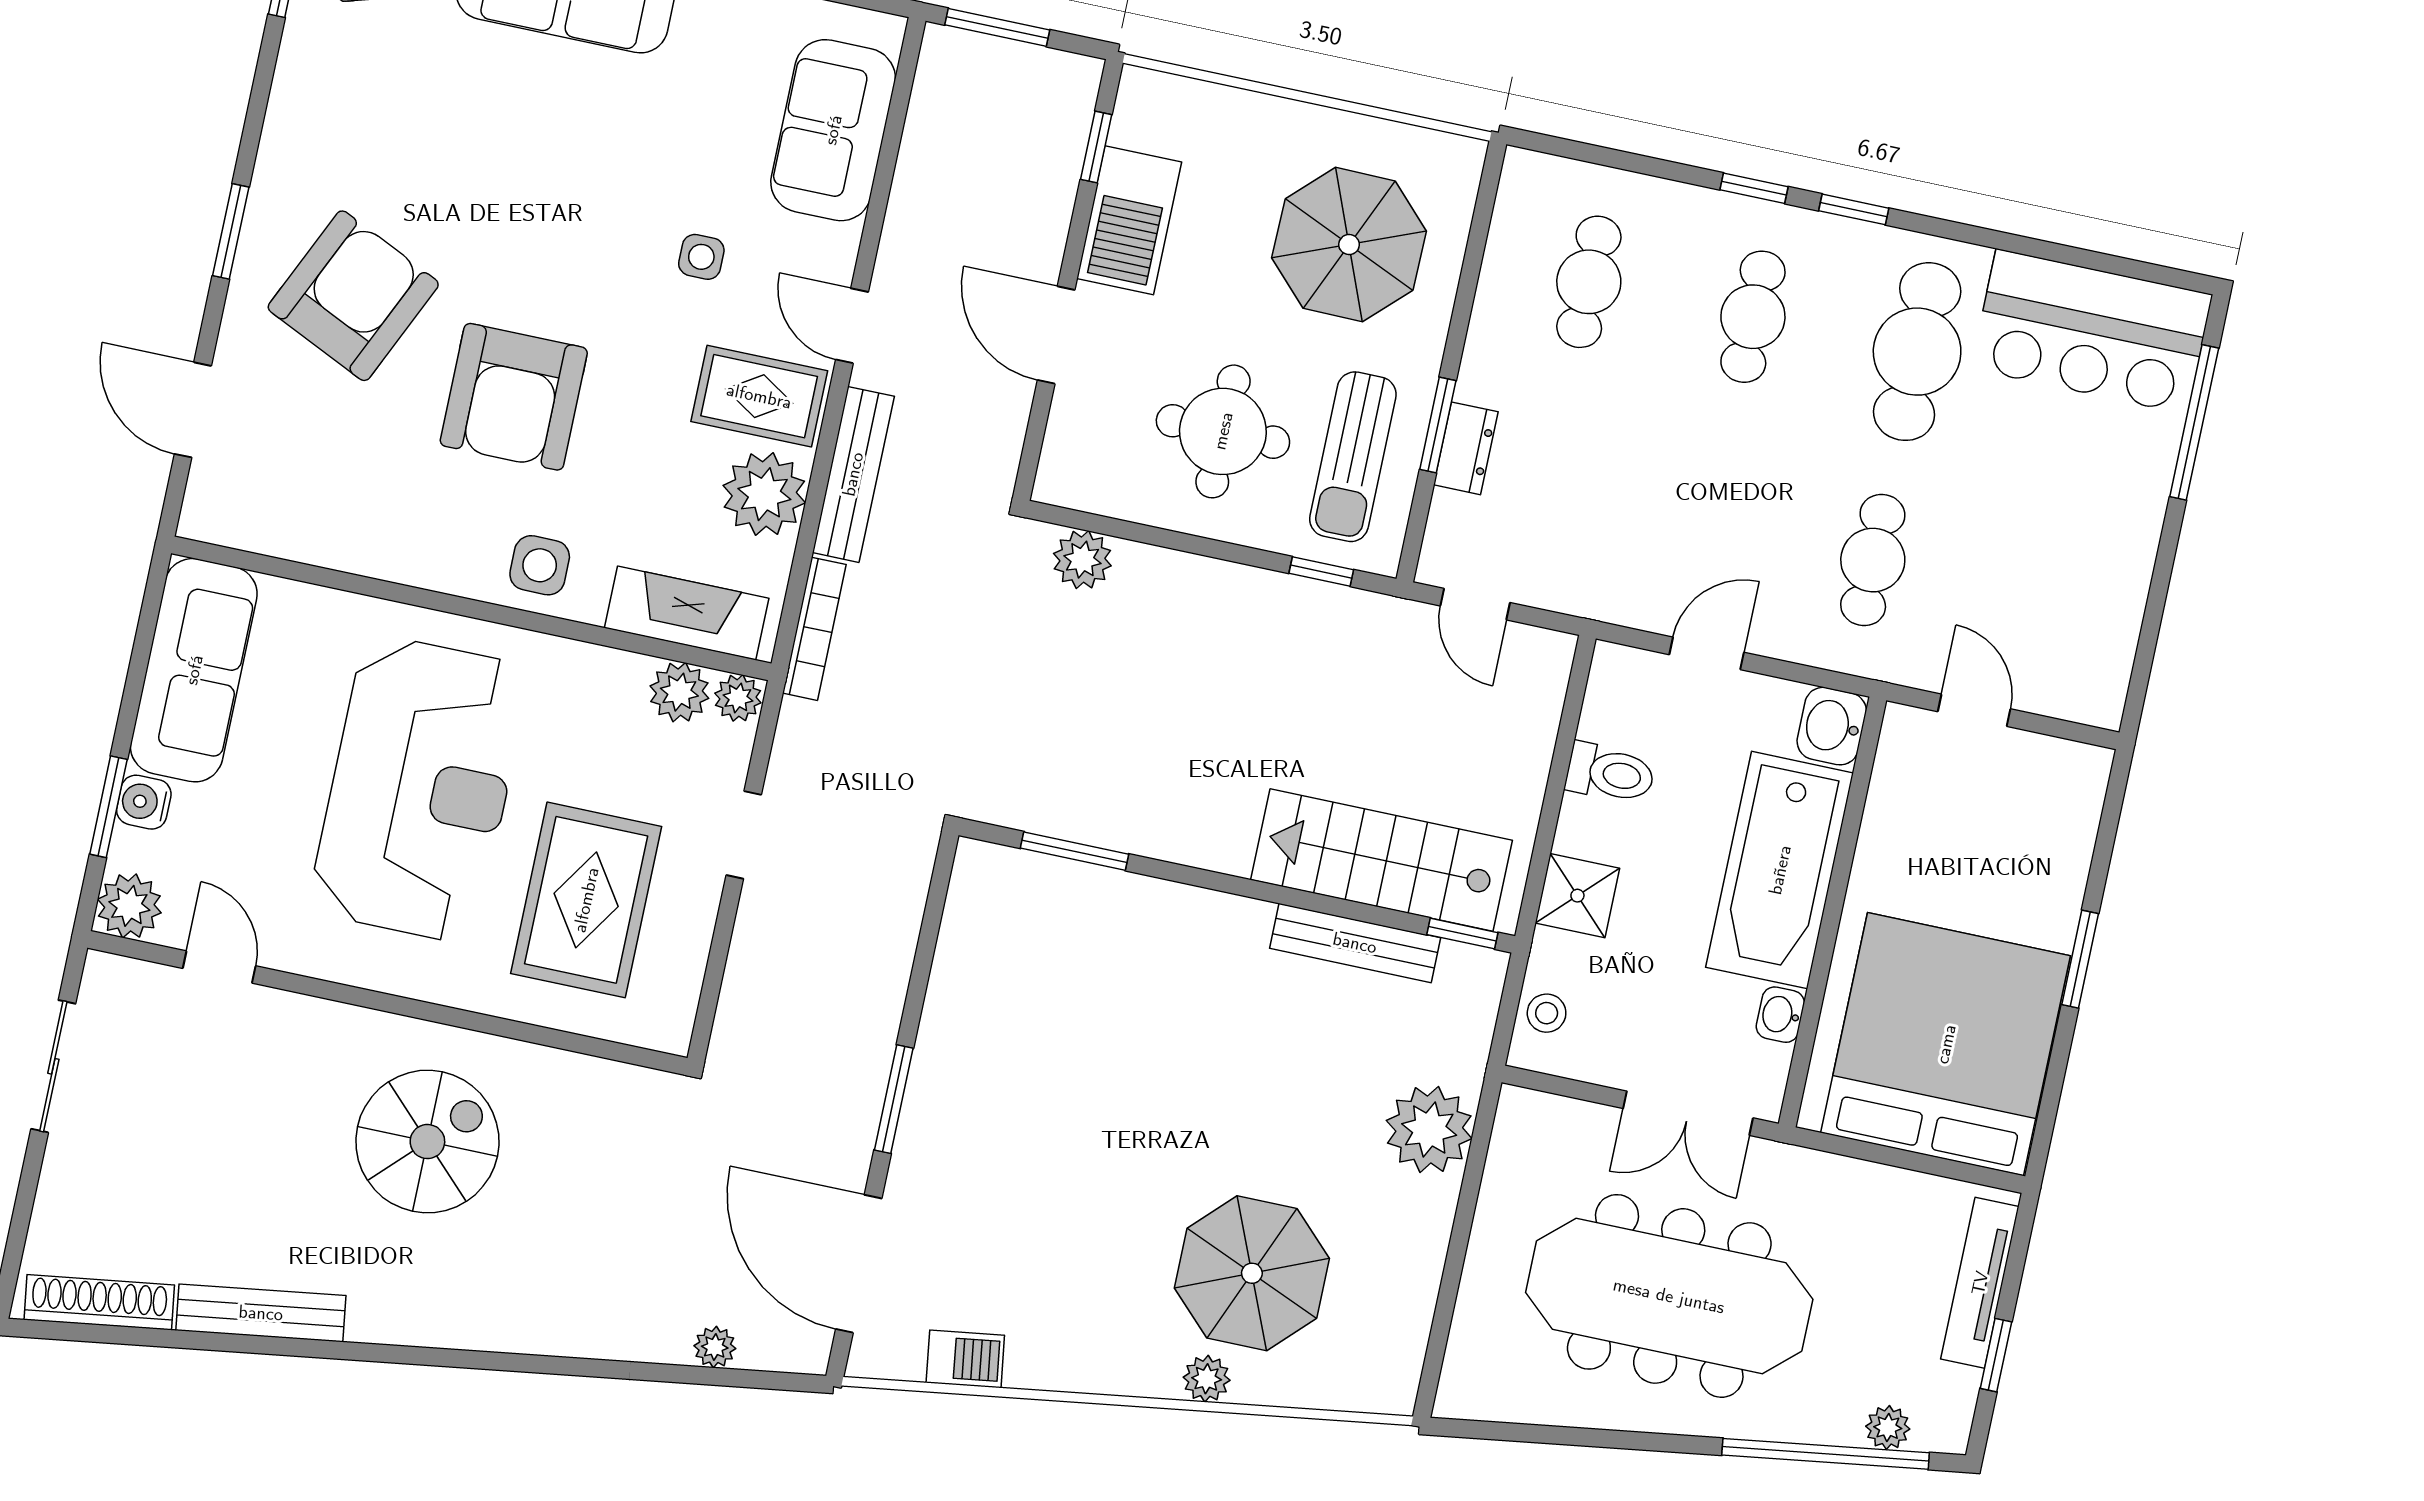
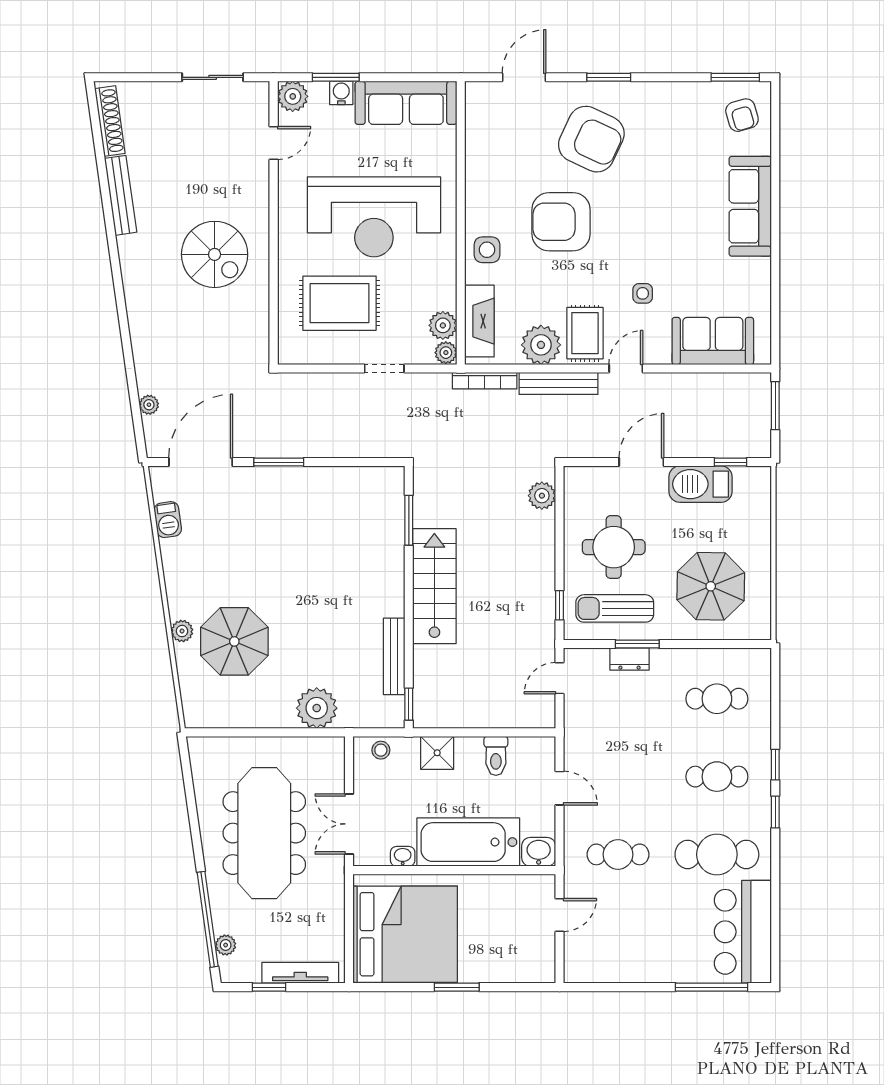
stairs: (1381, 860) -> (434, 586), moved

